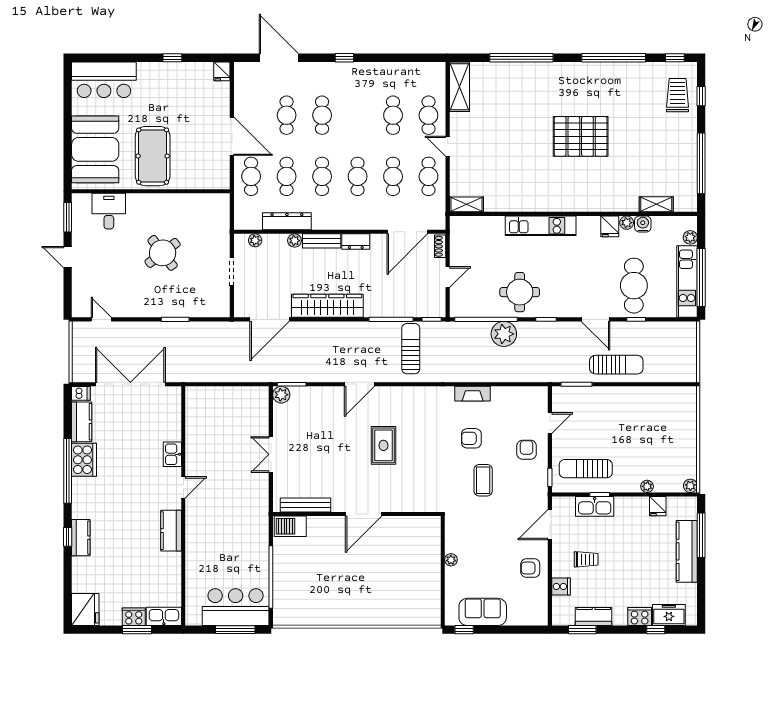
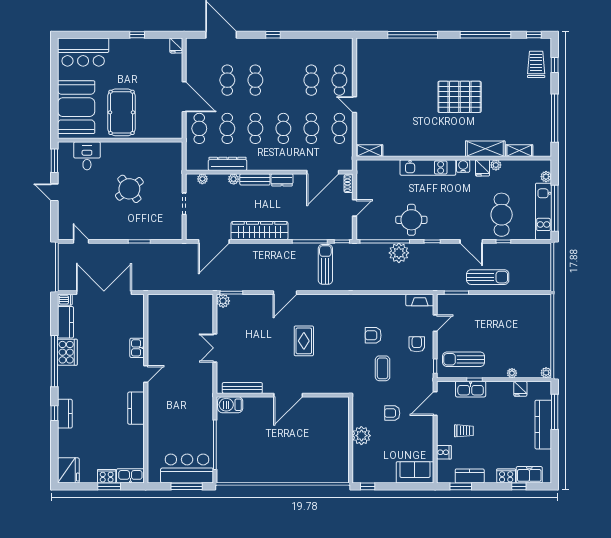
shelving: (460, 87) -> (485, 149), moved, turned 90
water cooler: (643, 224) -> (463, 166), moved
fireplace: (473, 394) -> (420, 300), moved
plant: (451, 560) -> (361, 436), width x1.88, depth x1.88
armchair: (530, 568) -> (392, 413), moved
sofa: (483, 612) -> (415, 472), moved

